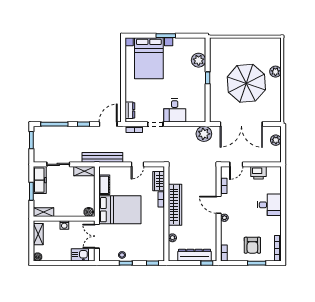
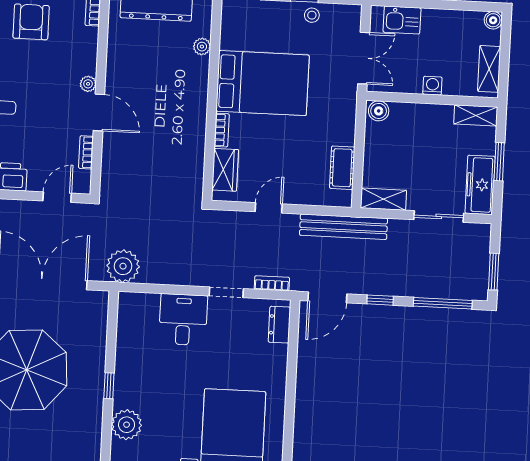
wardrobe: (175, 205) -> (193, 117), removed
bed: (120, 210) -> (263, 83), moved, turned 180

